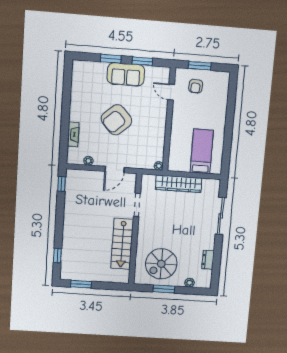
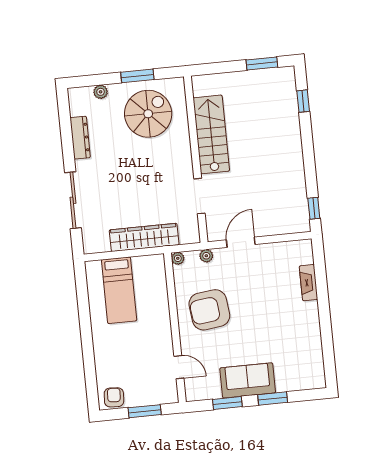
armchair: (196, 86) -> (114, 397), moved
armchair: (116, 120) -> (209, 310), moved, turned -145
plant: (88, 161) -> (206, 256), moved
dresser: (208, 260) -> (80, 138), width x1.44

